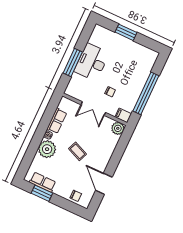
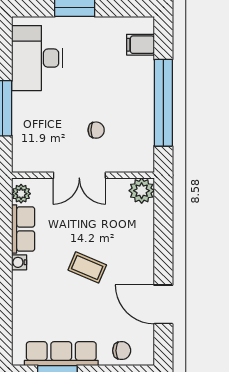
desk: (92, 62) -> (37, 58), moved
filing cabinet: (123, 115) -> (140, 45), moved
plant: (47, 149) -> (21, 194), moved, width x0.53, depth x0.53
row of seats: (43, 182) -> (61, 354), width x1.48

